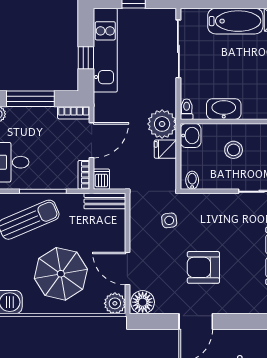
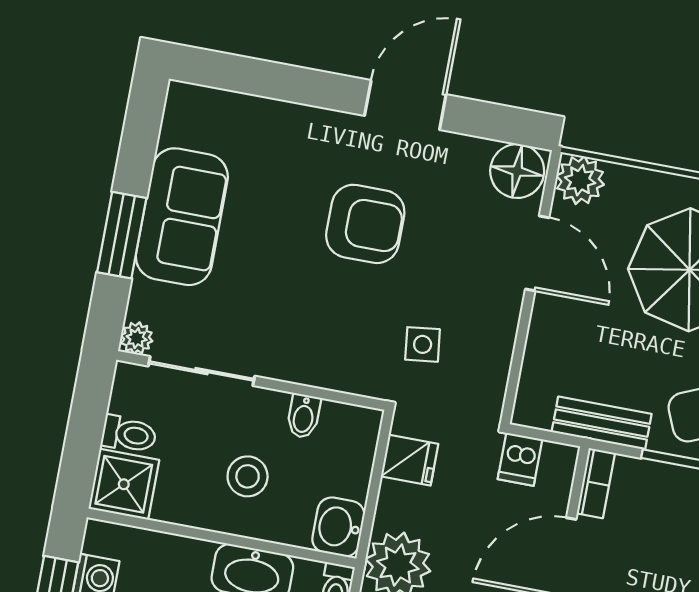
fridge: (165, 149) -> (410, 460), moved
dishwasher: (101, 179) -> (520, 459), moved
bidet: (192, 180) -> (304, 416), moved
bench: (105, 201) -> (602, 423), moved

